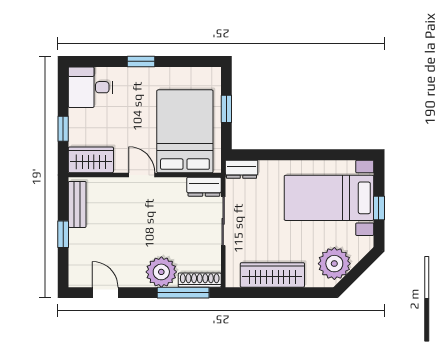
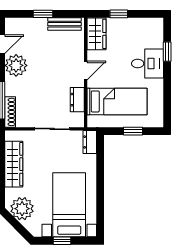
window: (141, 61) -> (167, 52), moved
desk: (90, 87) -> (147, 64), moved, turned 90
bed: (185, 131) -> (117, 101), width x0.67
dresser: (204, 187) -> (77, 100), moved
plant: (161, 272) -> (16, 65), moved

